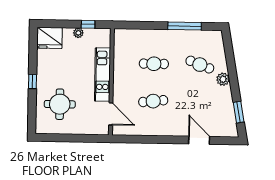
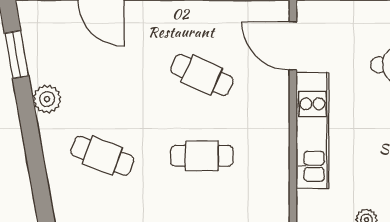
plant: (223, 79) -> (47, 99), moved
cafe table: (153, 101) -> (202, 75), turned 30

